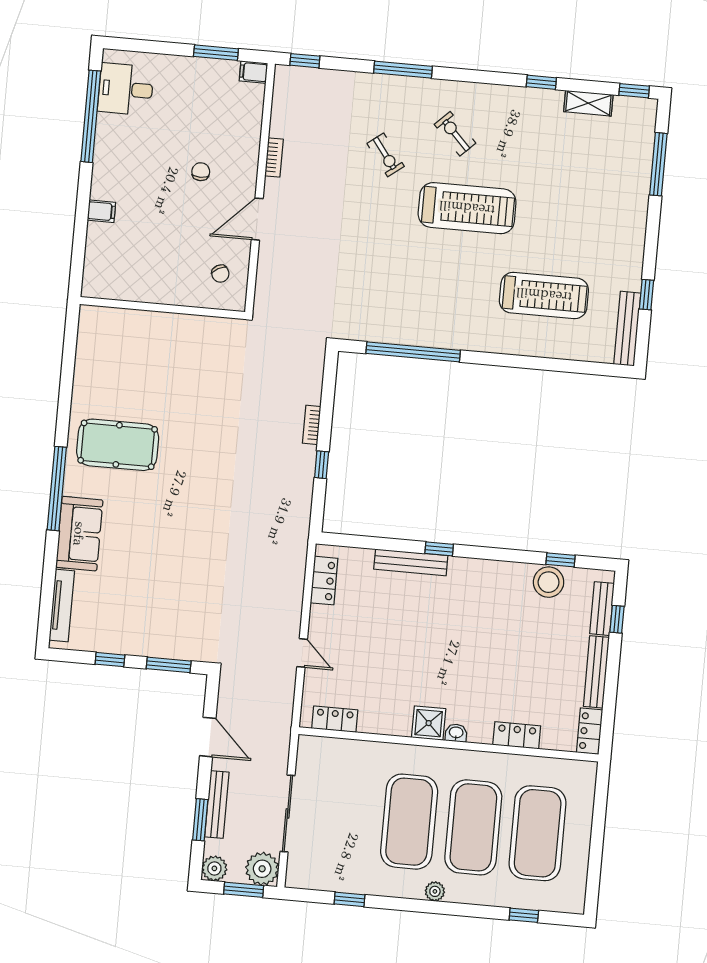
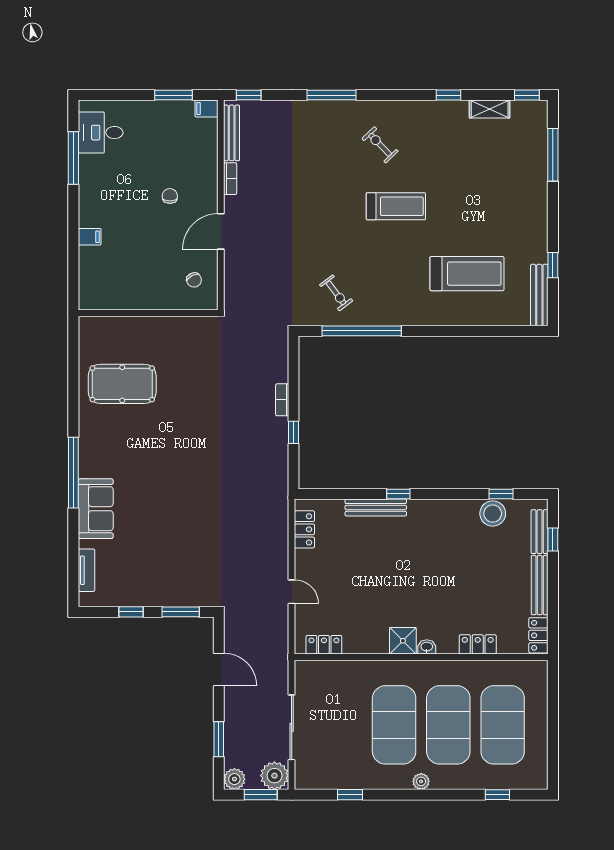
window: (91, 116) -> (73, 158), width x0.68
exercise bike: (386, 155) -> (336, 293), moved
treadmill: (467, 208) -> (396, 206), width x0.73, depth x0.73
pool table: (118, 445) -> (122, 384), moved
tv unit: (62, 605) -> (86, 570), width x0.71
bench: (217, 805) -> (232, 133), moved

